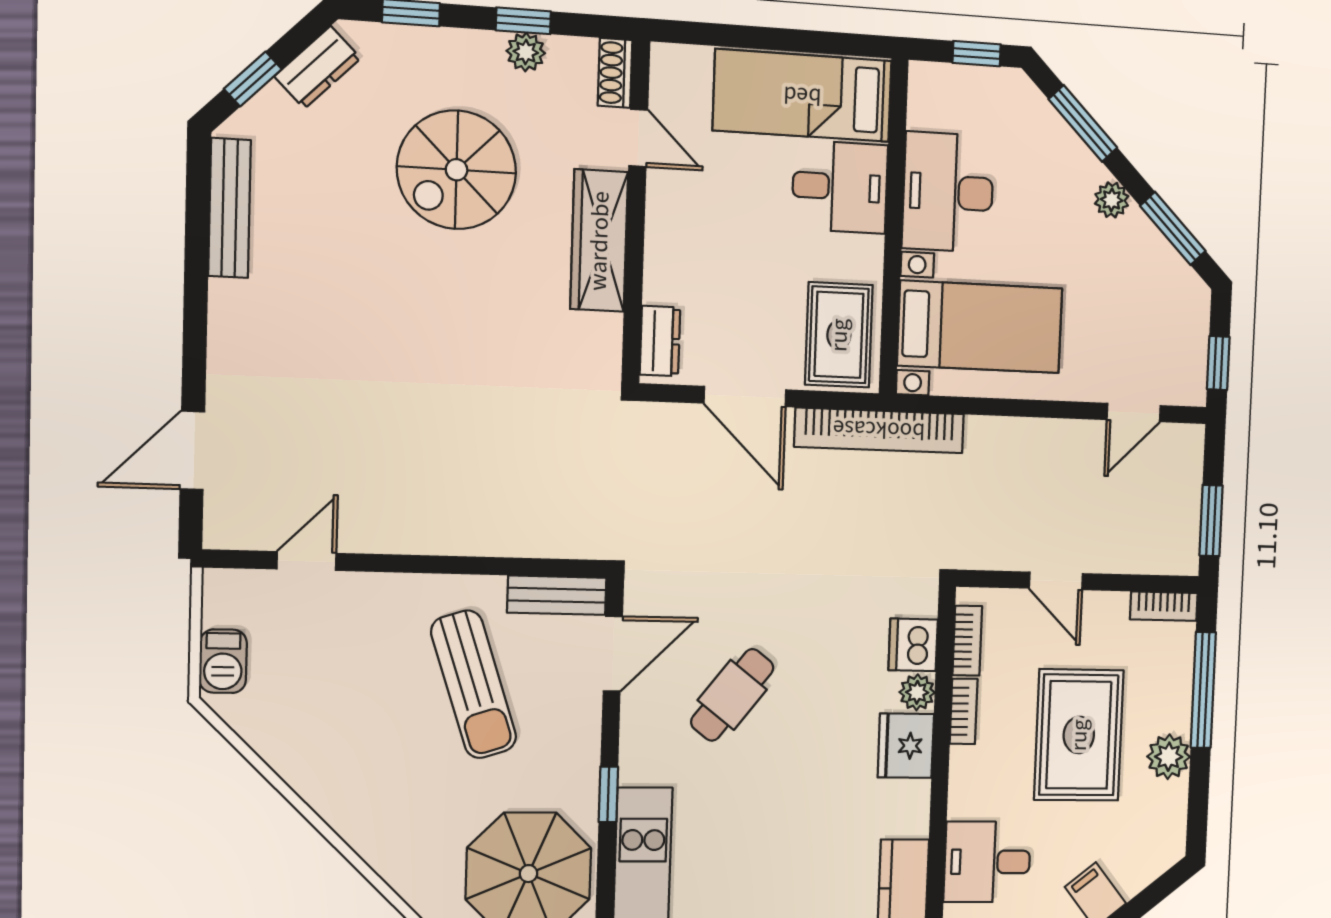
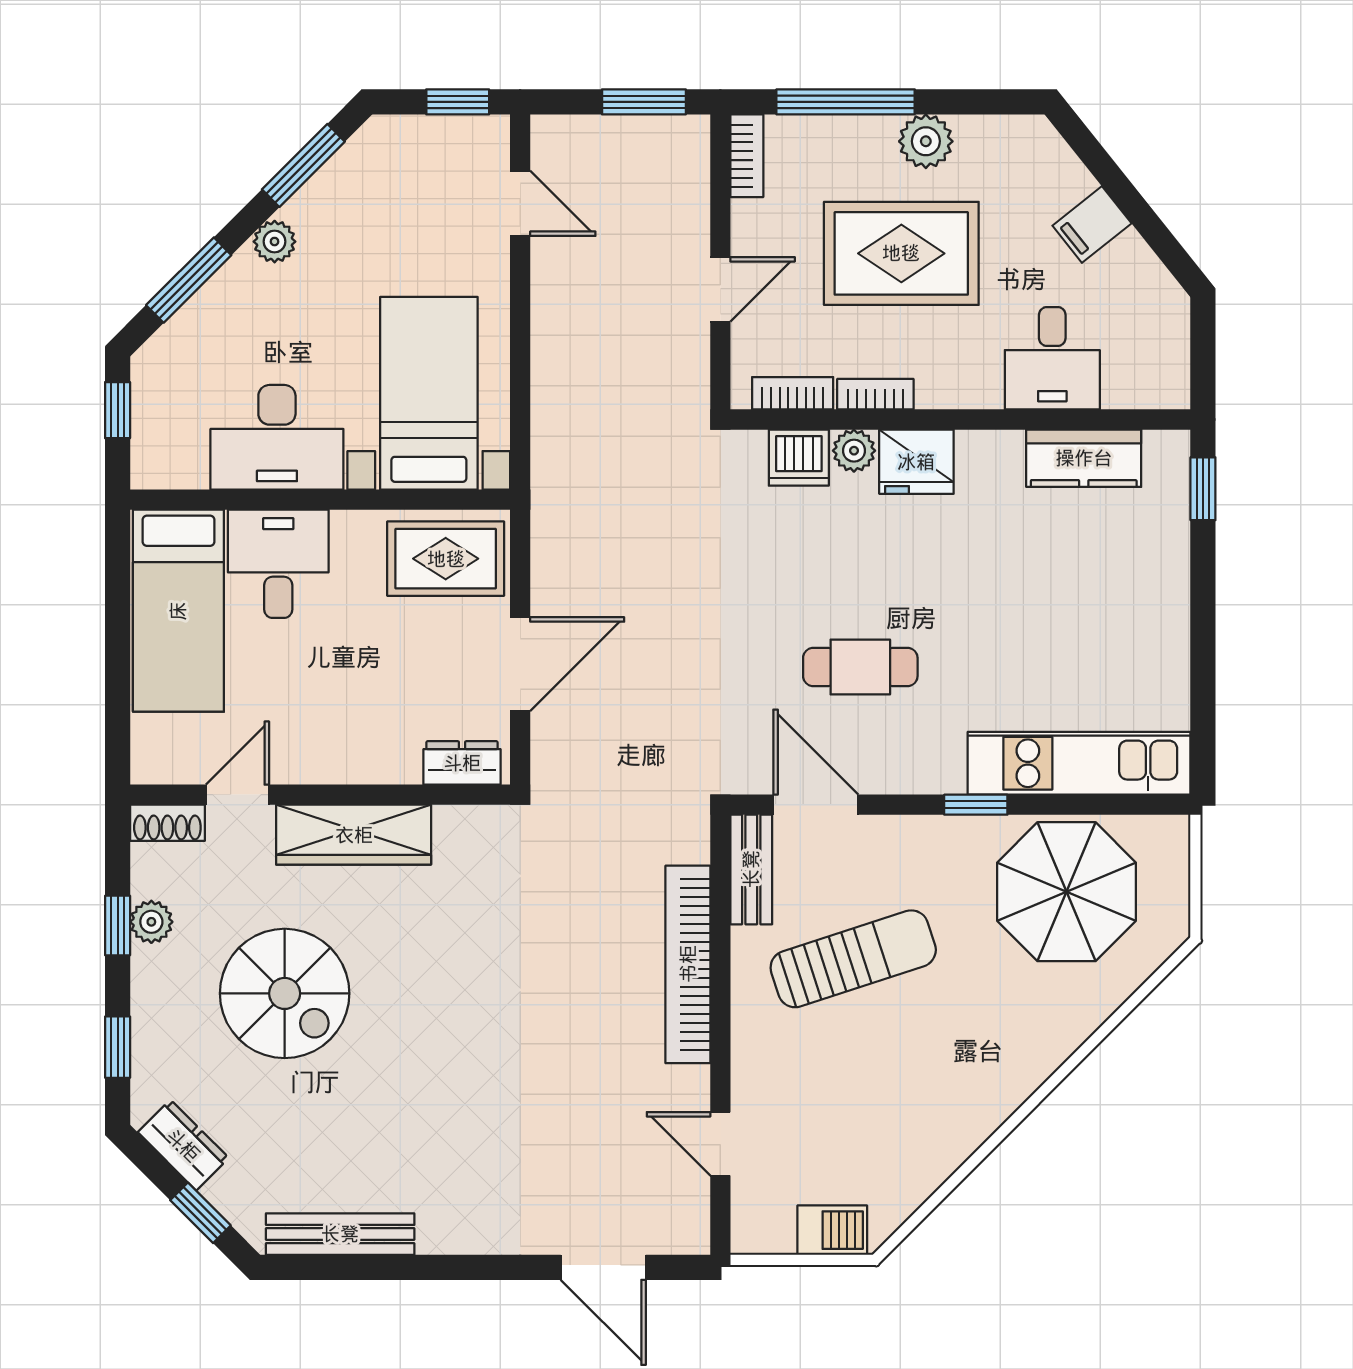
bookcase: (879, 430) -> (688, 964), moved, turned 180
cafe table: (732, 695) -> (860, 667), turned -38

